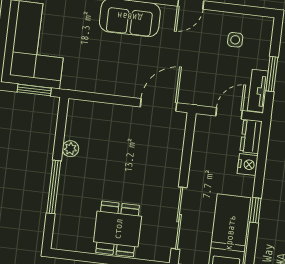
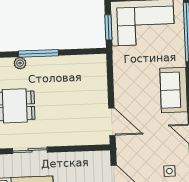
plant: (70, 149) -> (20, 63), moved
sliding door: (179, 218) -> (30, 150), width x0.73

